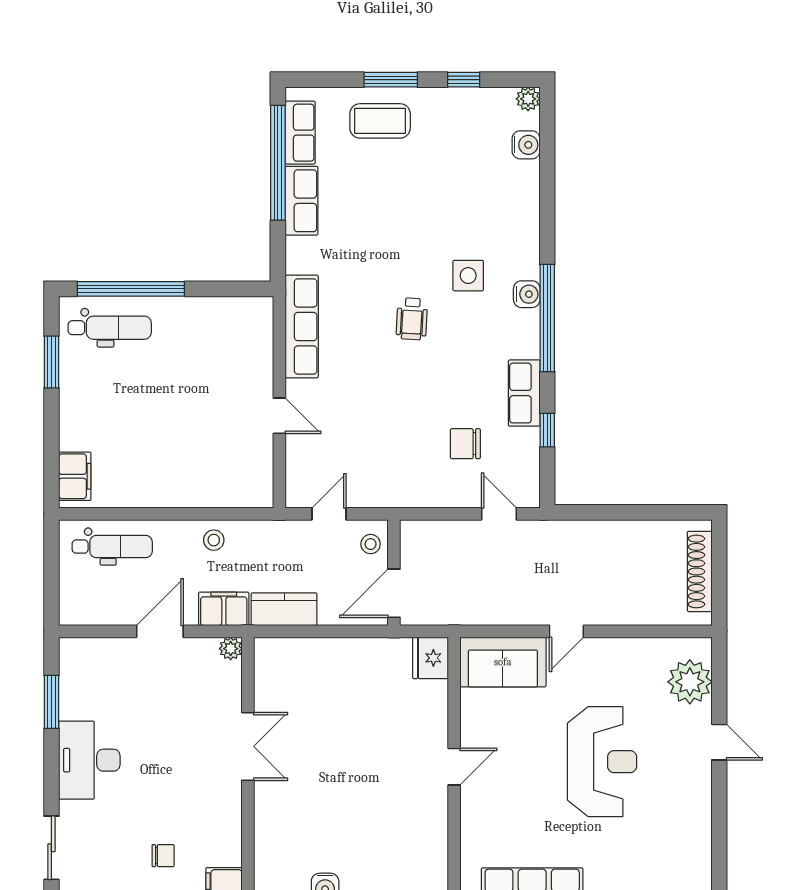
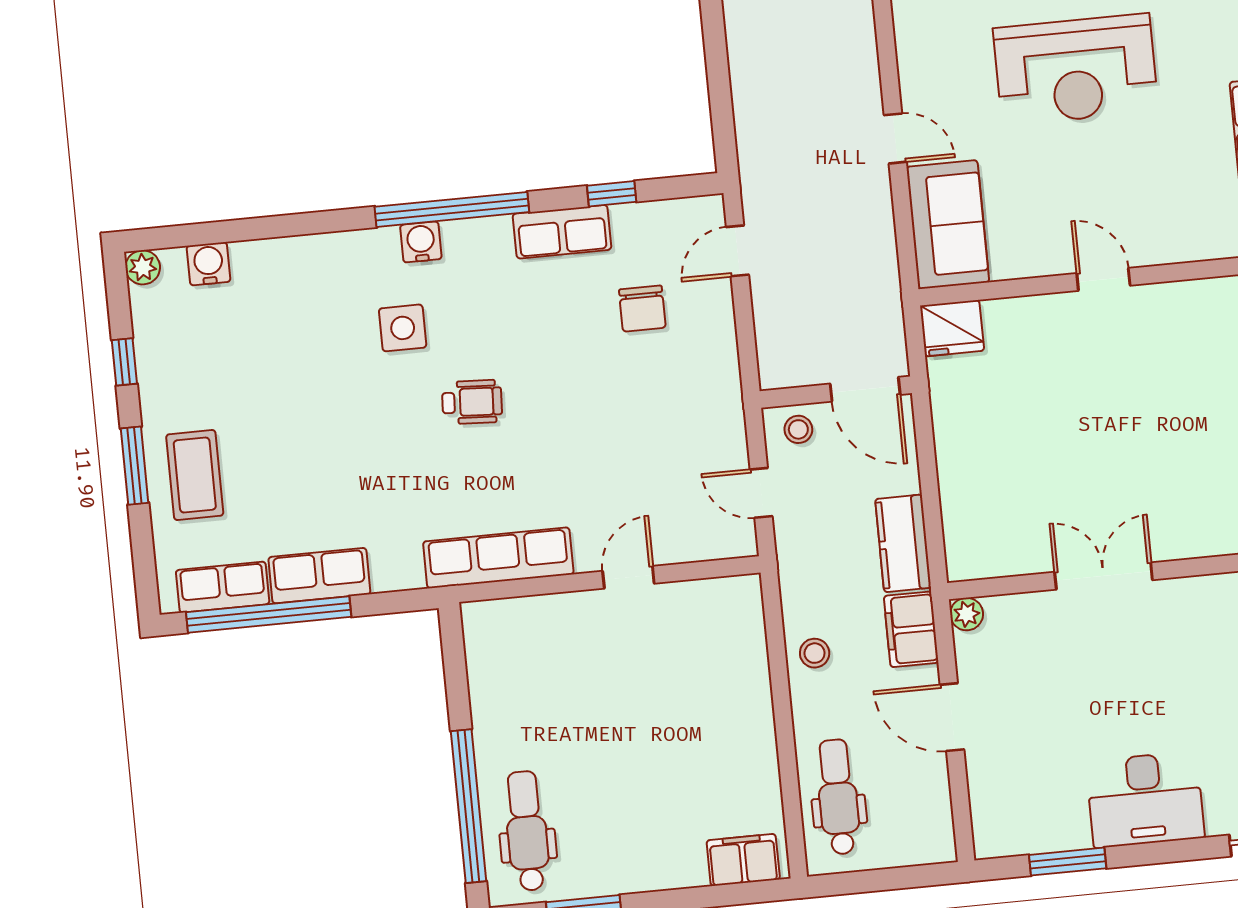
reception desk: (602, 762) -> (1076, 70), turned 180

